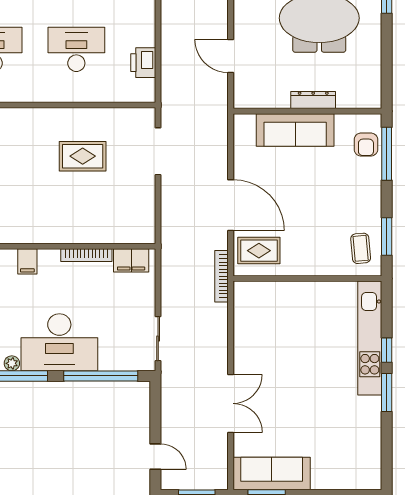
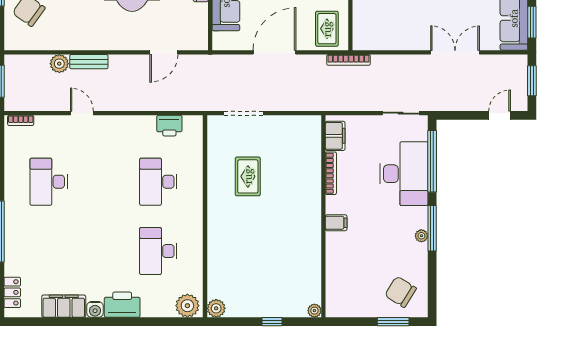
door: (231, 205) -> (274, 52), moved
desk: (59, 342) -> (404, 174), moved

